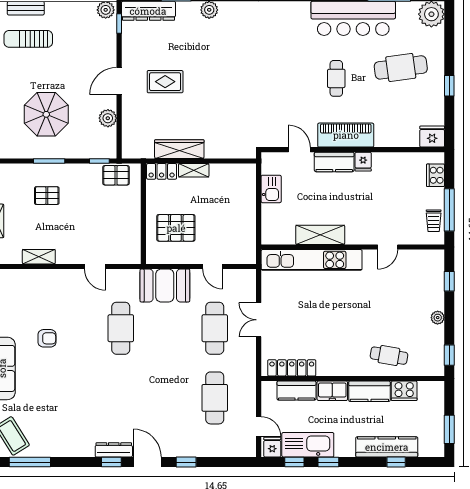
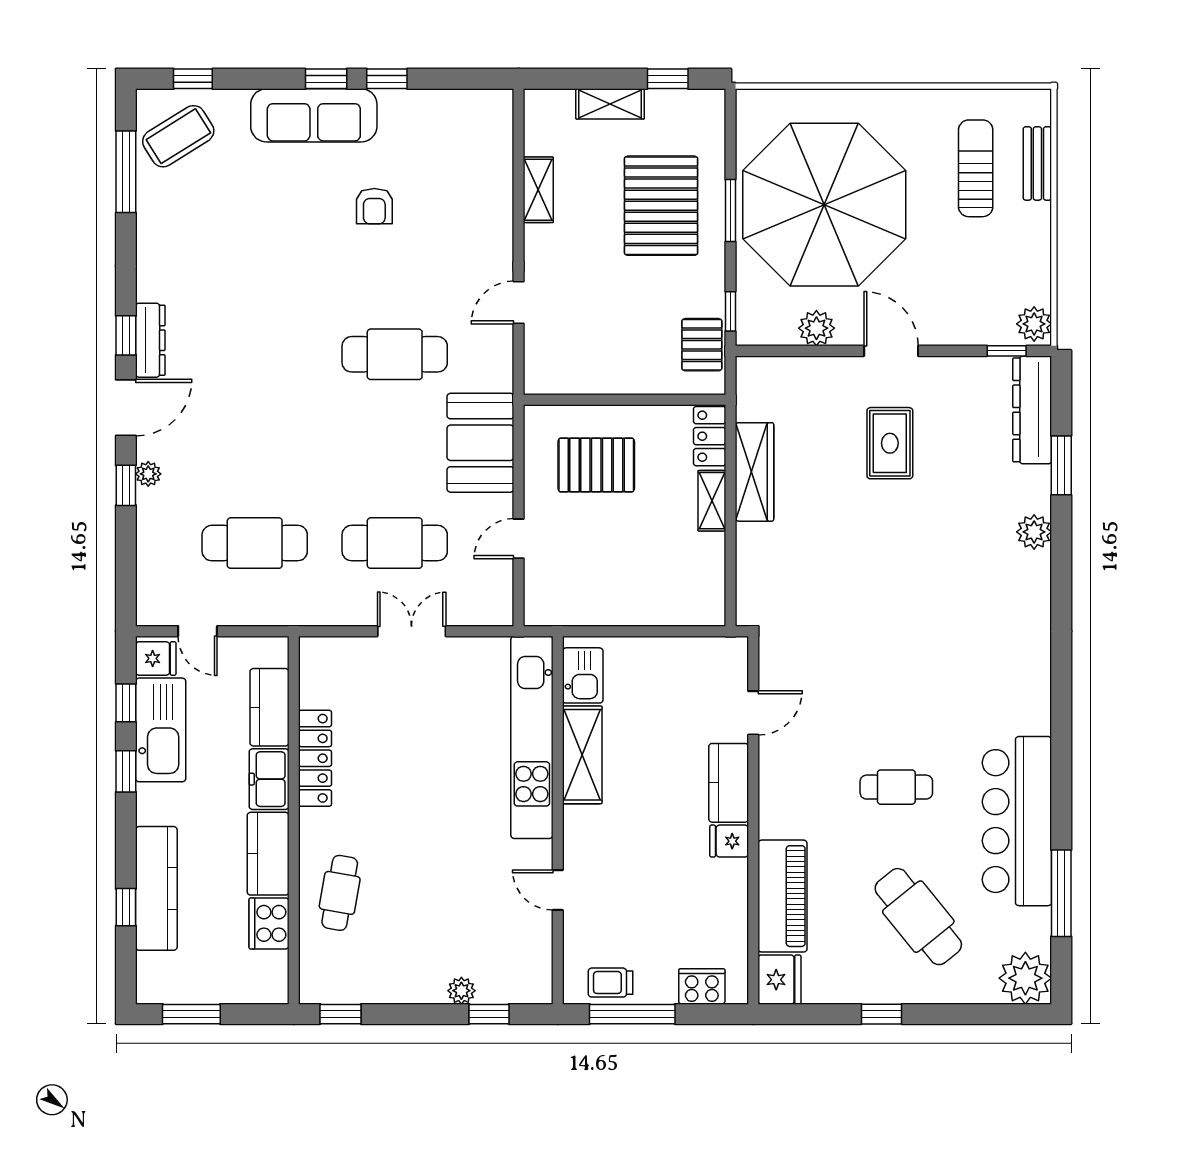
cafe table: (401, 67) -> (918, 917), turned -31
parasol: (46, 114) -> (824, 205), width x1.86, depth x1.86
piano: (346, 135) -> (783, 896), moved
kitchen sink: (271, 189) -> (583, 675), moved, turned -90
pallet: (47, 196) -> (661, 206), width x2.05, depth x2.00
pallet: (176, 228) -> (596, 465), turned 90
plant: (438, 318) -> (461, 991), moved
locker: (292, 368) -> (315, 758), moved
door: (259, 426) -> (198, 631), hinge flipped
plant: (180, 451) -> (148, 474), added

